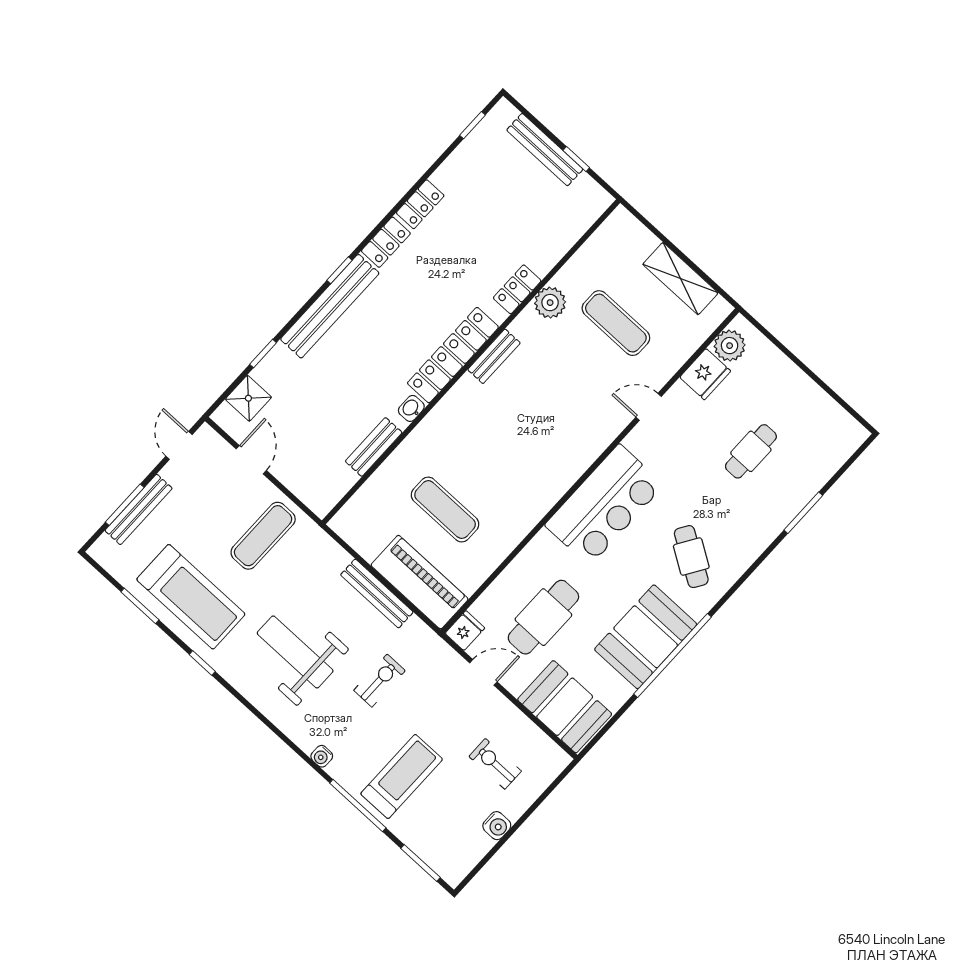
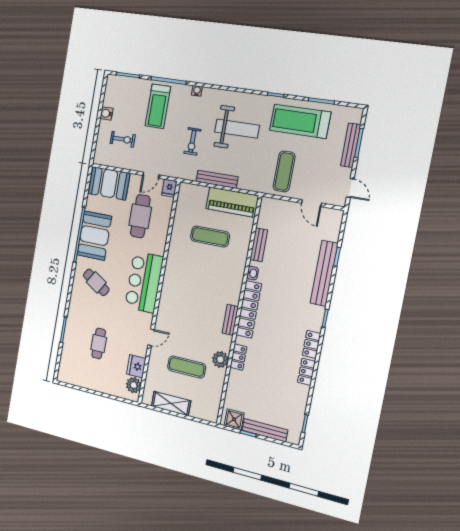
bench: (330, 306) -> (324, 273), moved
shower: (248, 398) -> (234, 419), moved
piano: (420, 582) -> (232, 202), moved

